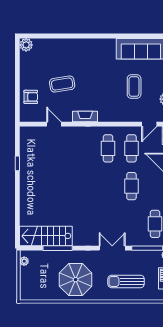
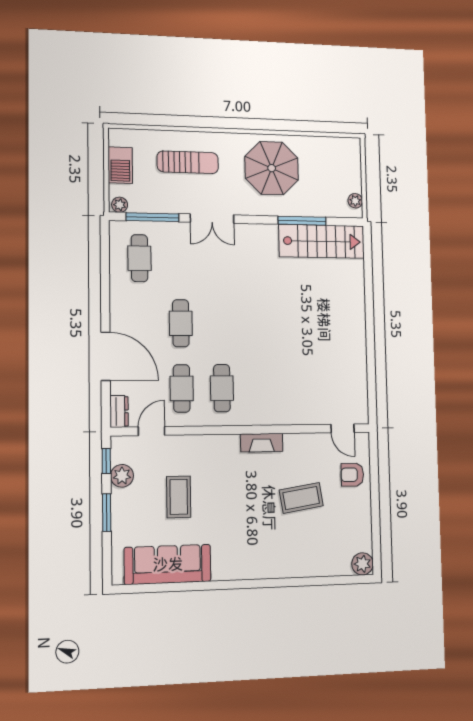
door: (54, 124) -> (343, 428), moved
window: (17, 163) -> (371, 362), removed

